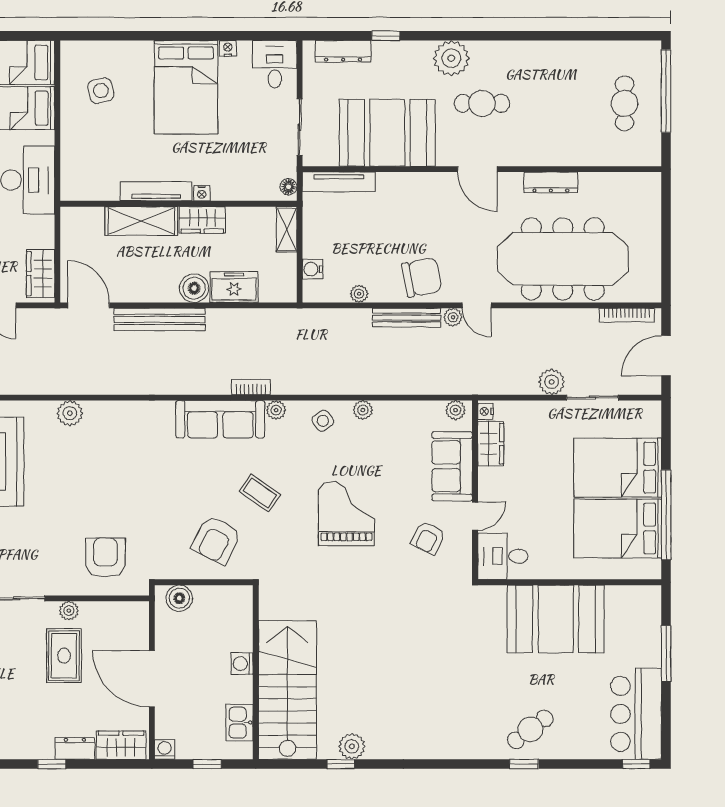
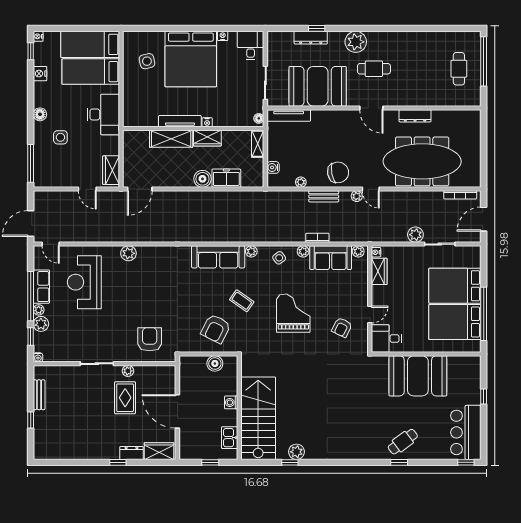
dresser: (343, 51) -> (311, 38), moved
bed: (186, 87) -> (191, 59), width x1.36
door: (89, 305) -> (140, 189), swing flipped
bench: (407, 318) -> (324, 196), width x0.73
bench: (160, 319) -> (182, 197), removed
bookcase: (251, 387) -> (317, 238), moved
sofa: (452, 466) -> (331, 258), moved, turned -90
boiler: (179, 598) -> (215, 363), moved
window: (666, 654) -> (484, 397), width x0.46
washing machine: (165, 750) -> (185, 454), removed

